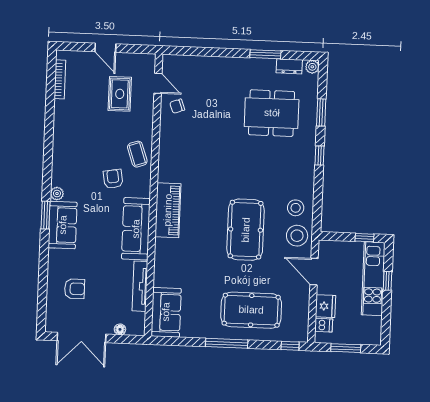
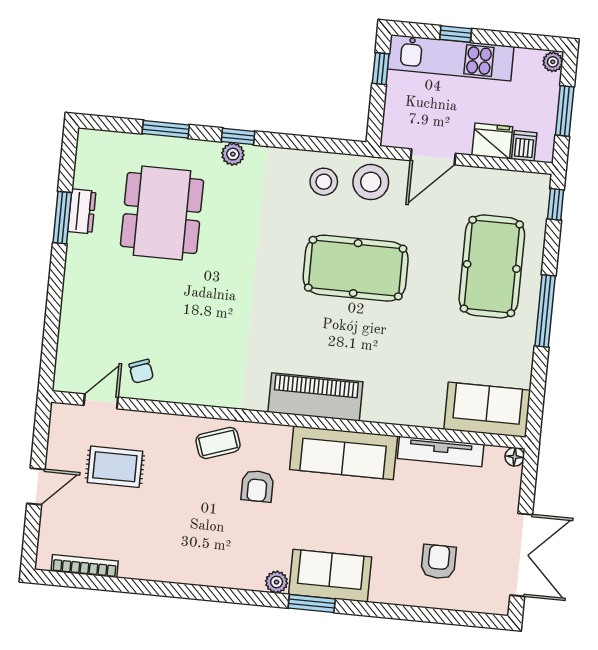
dresser: (289, 66) -> (82, 211), moved
plant: (312, 67) -> (233, 154), moved
armchair: (113, 179) -> (257, 486), turned -81
floor lamp: (120, 329) -> (515, 457), moved
plant: (374, 339) -> (553, 62), added

